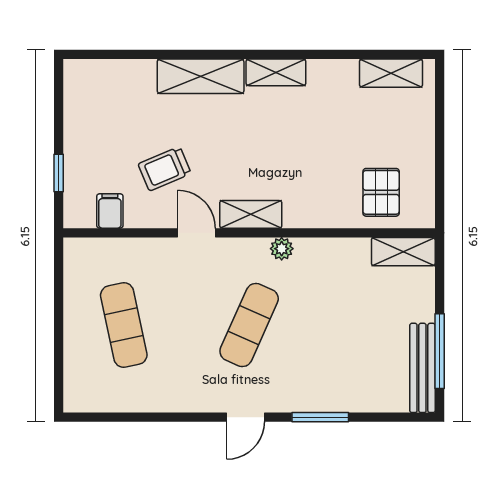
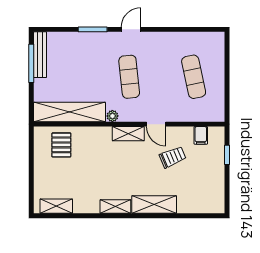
shelving: (403, 252) -> (69, 112), width x2.20, depth x1.33
exercise mat: (249, 325) -> (129, 77), turned -30

